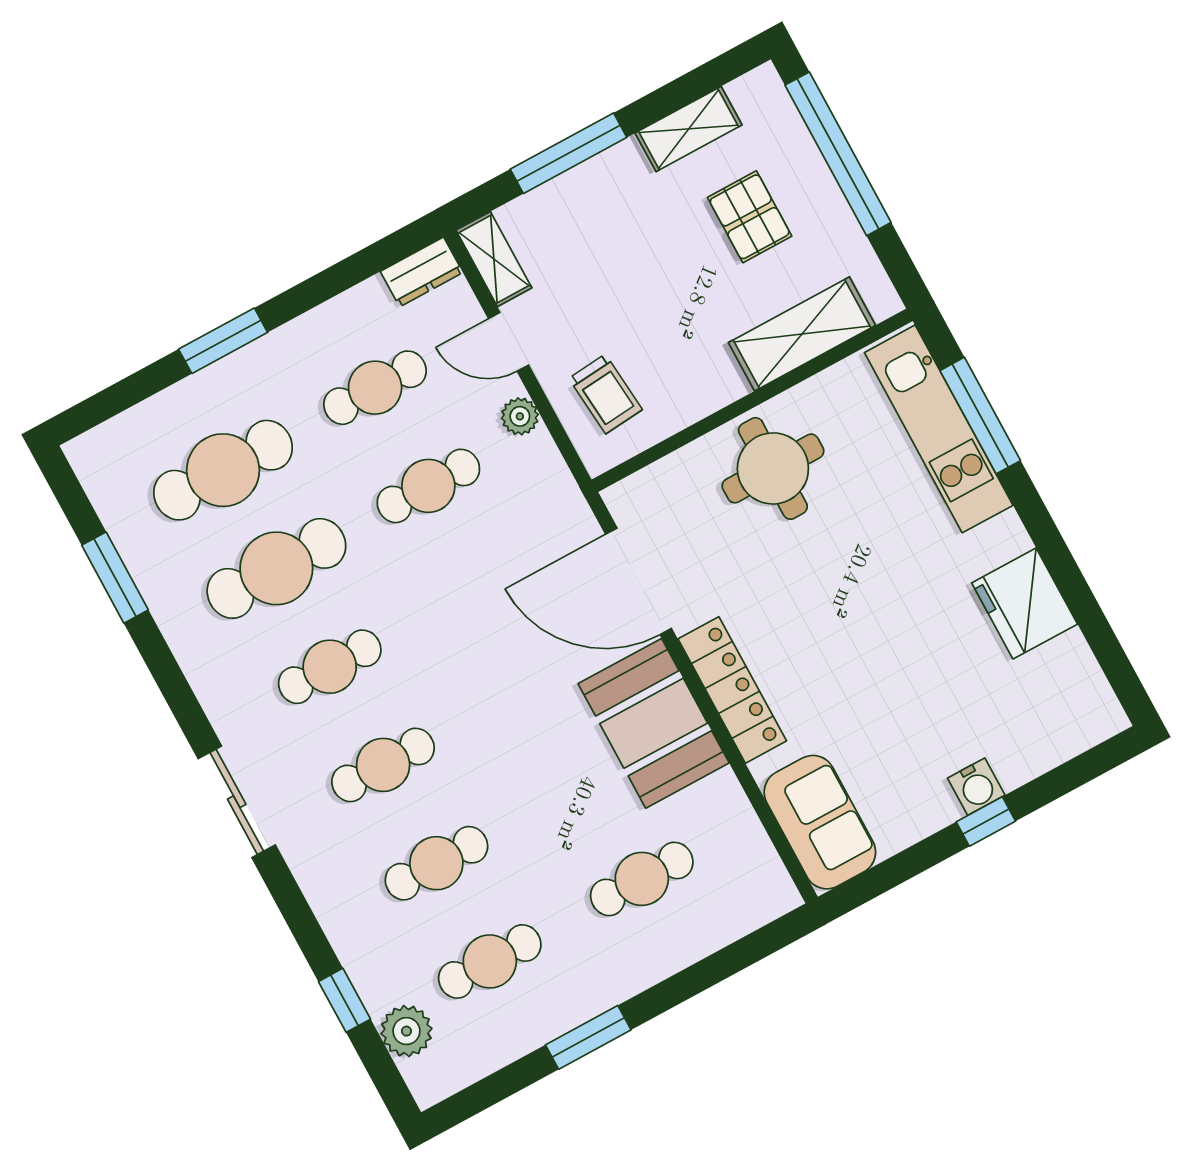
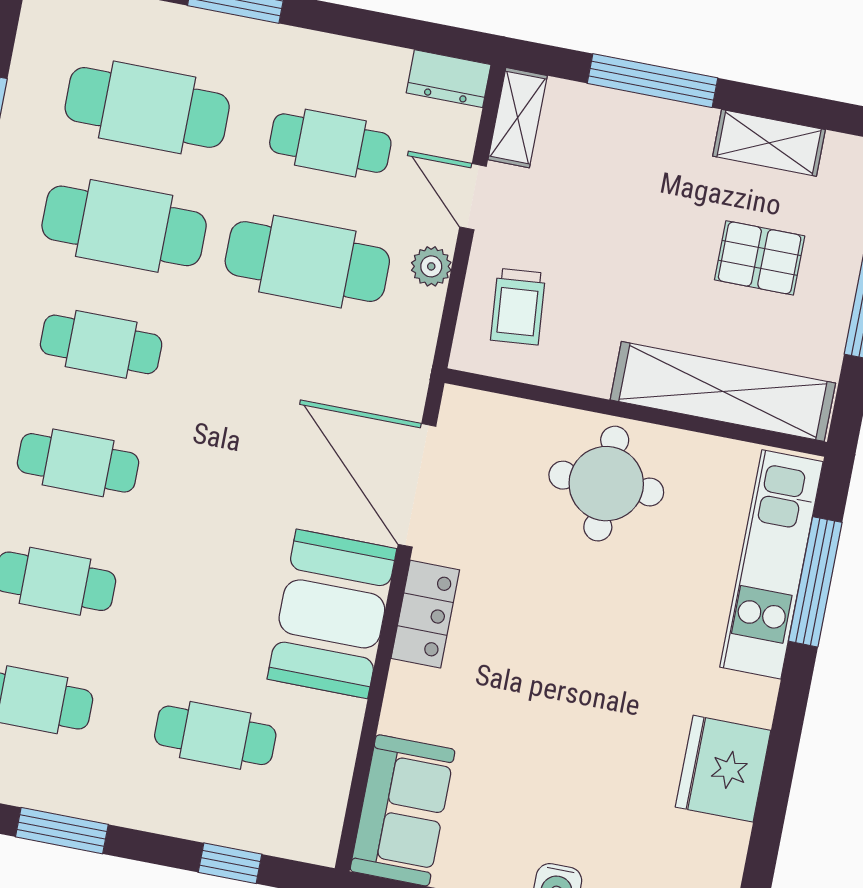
pallet: (750, 217) -> (760, 258), turned 90
shelving: (802, 334) -> (723, 391), width x1.47
cafe table: (428, 486) -> (307, 262), width x1.37, depth x1.35
locker: (732, 690) -> (425, 614), width x0.66
window: (728, 962) -> (230, 863), added

